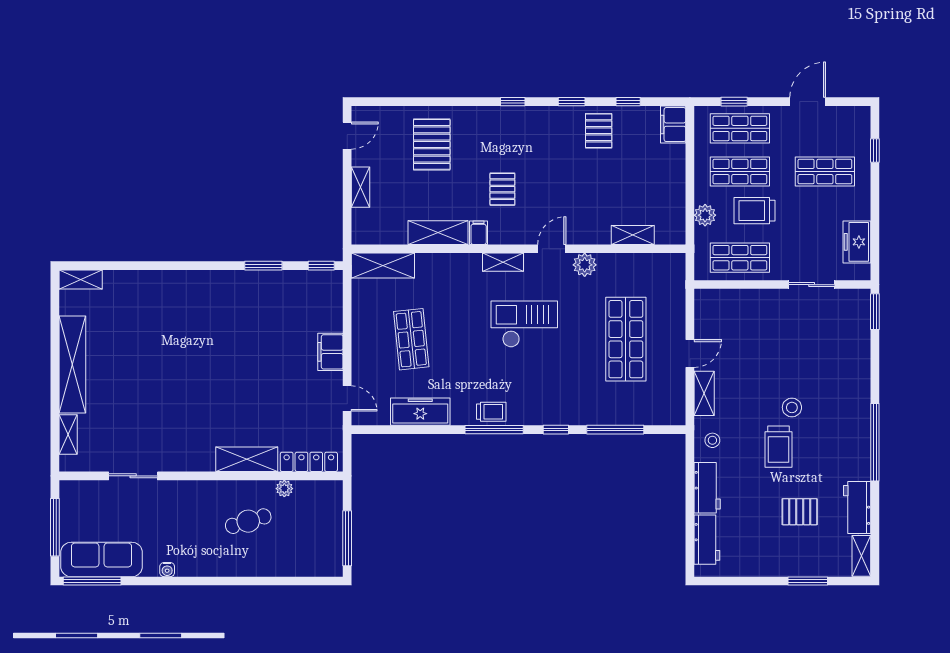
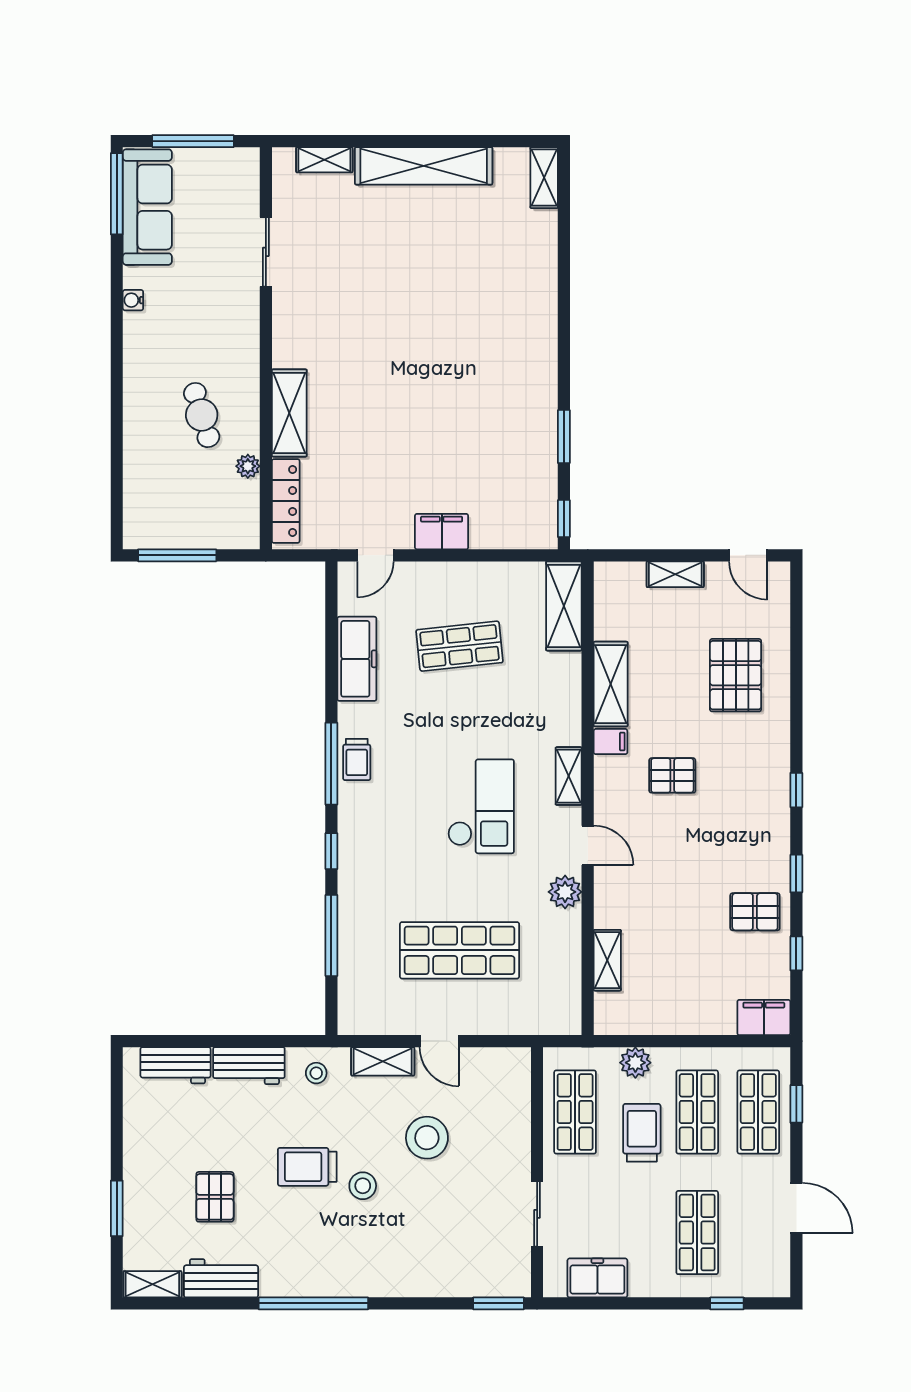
pallet: (432, 144) -> (736, 675), turned 90
stool: (758, 362) -> (427, 1138), added

